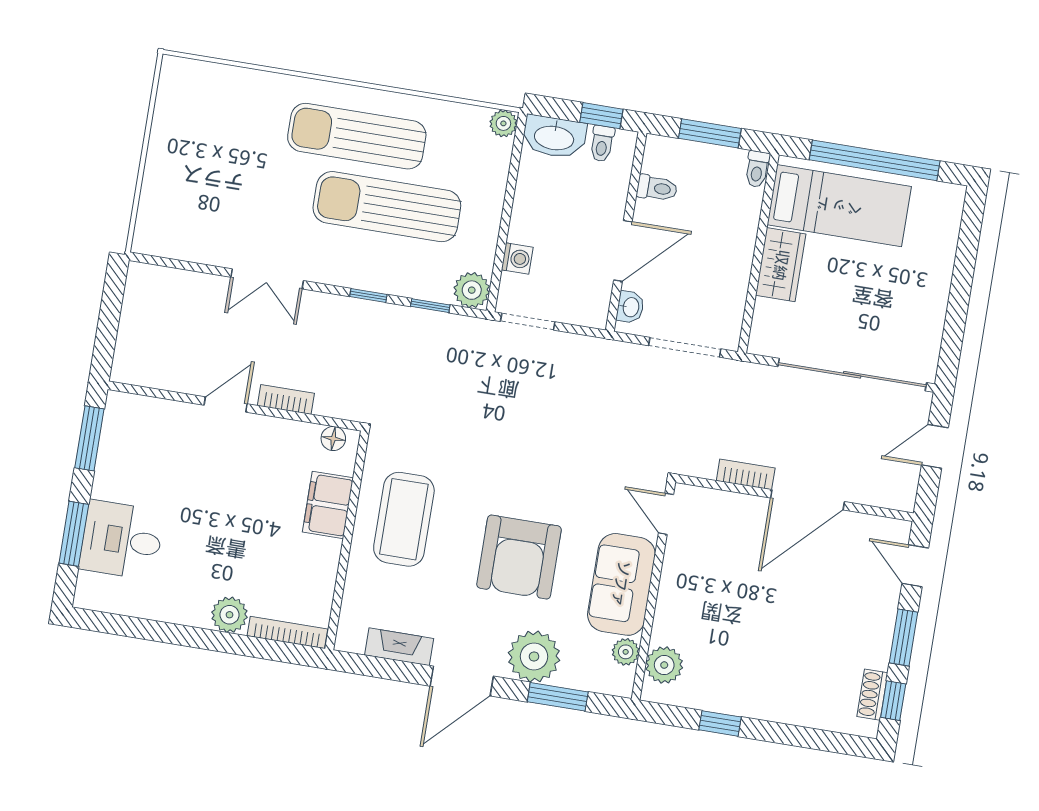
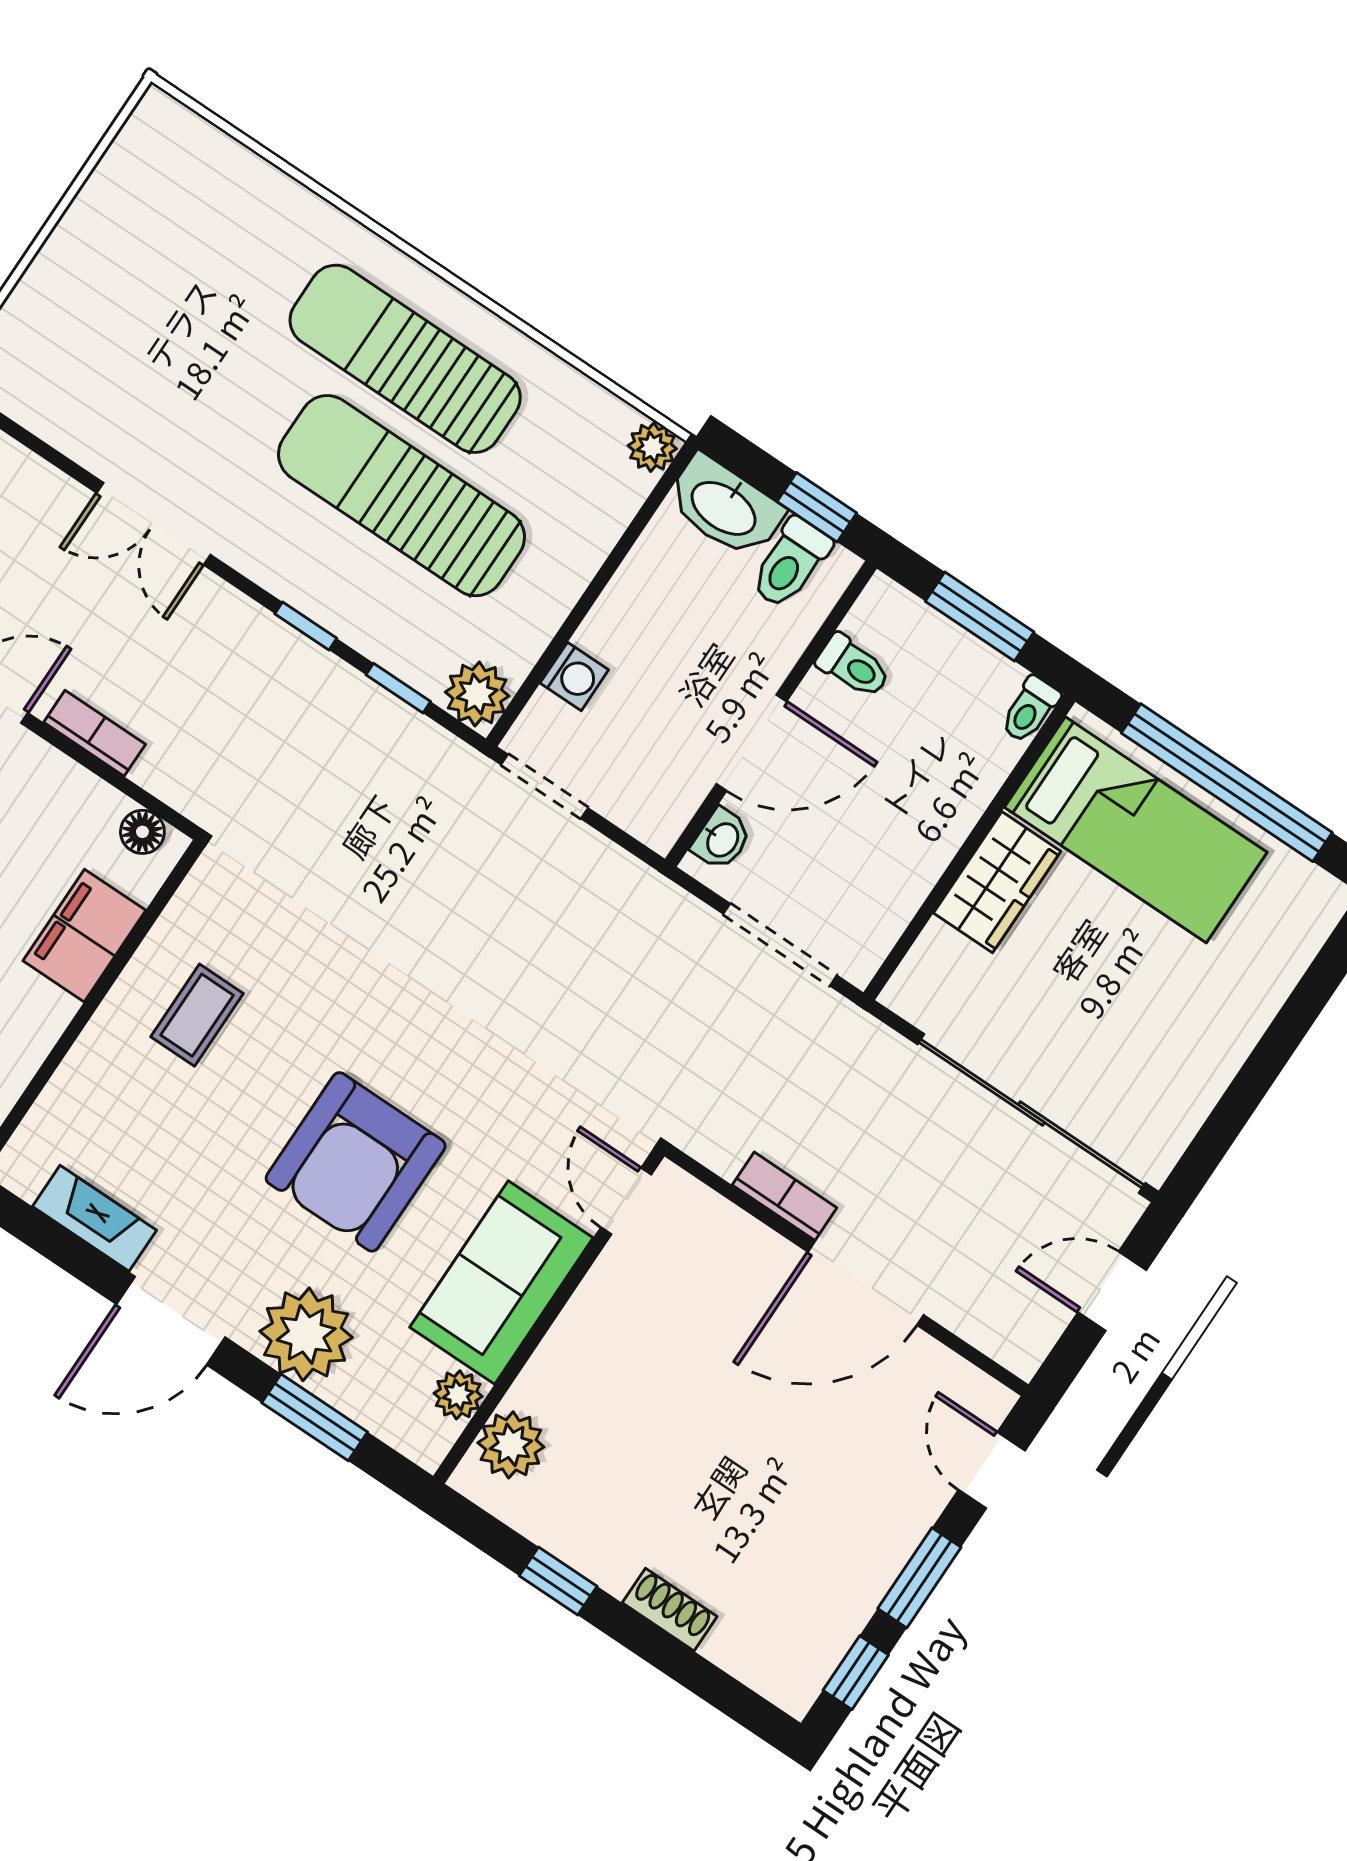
toilet: (602, 144) -> (791, 563), width x1.37, depth x1.39
coffee table: (404, 519) -> (197, 1015), width x0.54, depth x0.58
shoe rack: (872, 695) -> (670, 1610), moved, turned 90

